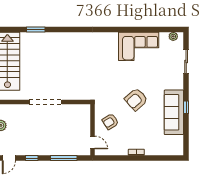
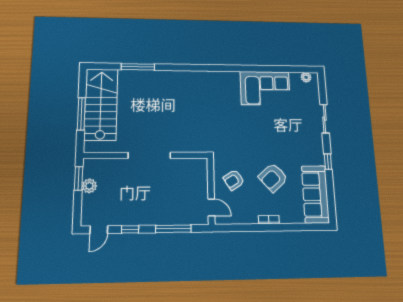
window: (36, 29) -> (138, 67), width x1.44
sliding door: (186, 61) -> (325, 119), moved
armchair: (136, 99) -> (273, 177), moved
sofa: (174, 112) -> (315, 194), moved

